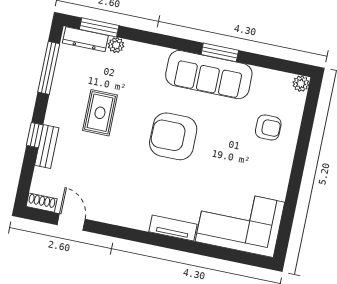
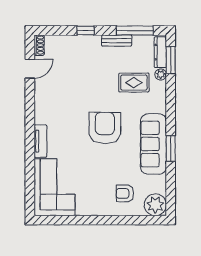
plant: (301, 84) -> (155, 205), width x1.87, depth x1.87
rug: (100, 113) -> (134, 83), moved
armchair: (268, 127) -> (125, 193), turned 90
bench: (47, 146) -> (117, 41), moved

